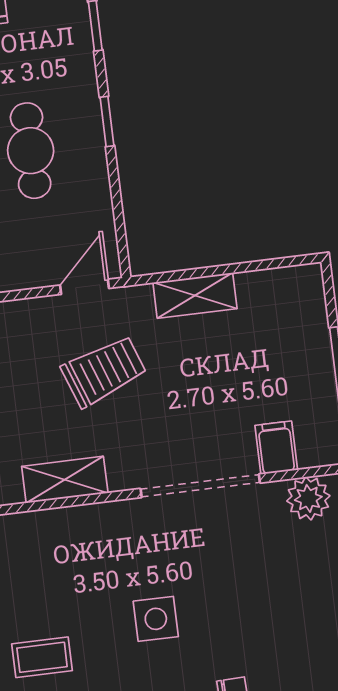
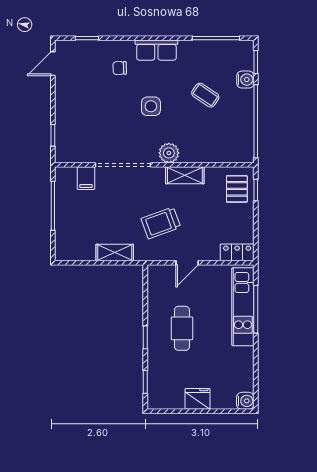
door: (84, 287) -> (187, 263), moved
plant: (308, 498) -> (169, 153), moved
coffee table: (42, 657) -> (205, 95), turned 34

